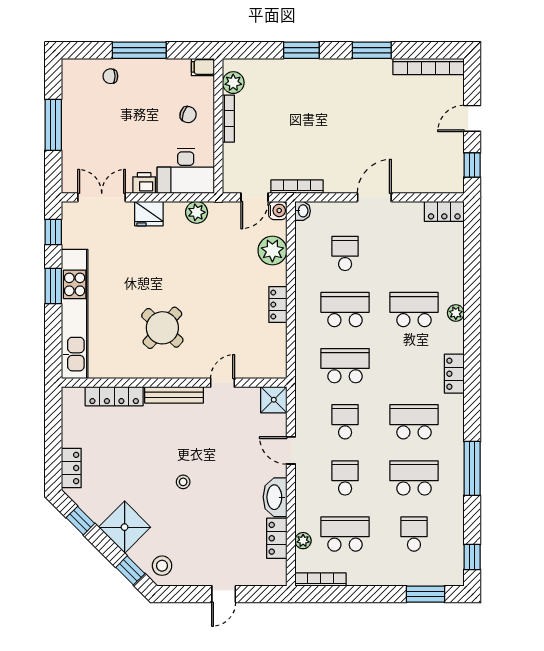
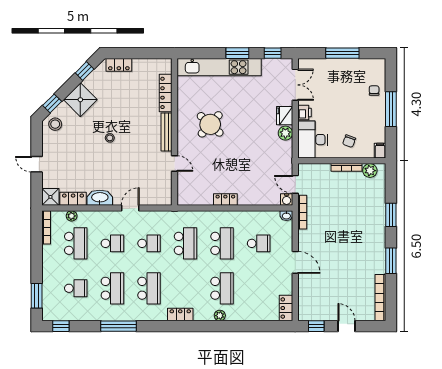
plant: (197, 212) -> (285, 133), moved
plant: (272, 251) -> (261, 196), removed
shower: (274, 400) -> (50, 197), moved

